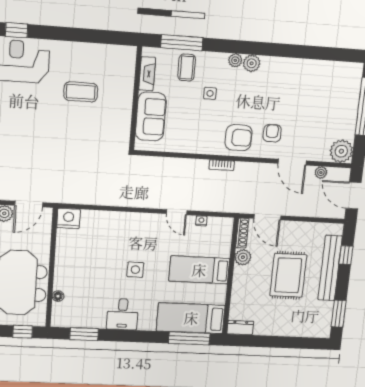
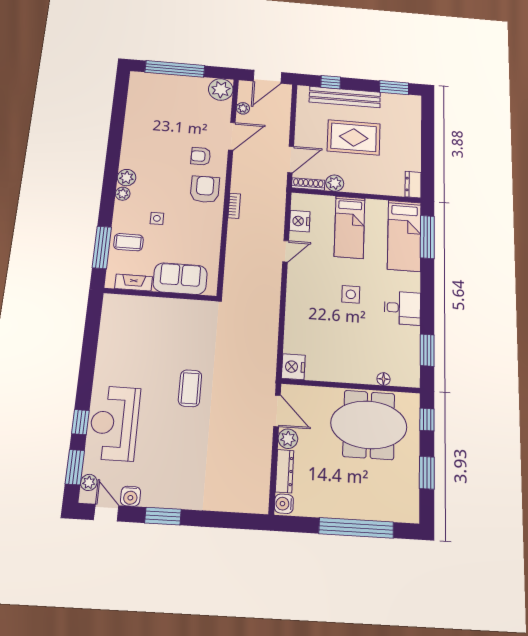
coffee table: (81, 92) -> (190, 388), moved
nightstand: (201, 221) -> (300, 221), width x1.89, depth x1.79

